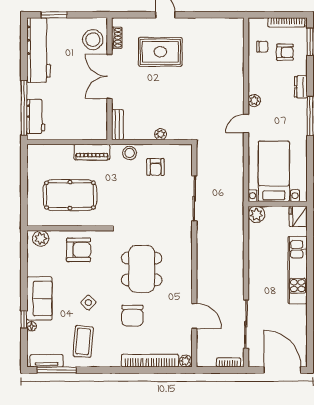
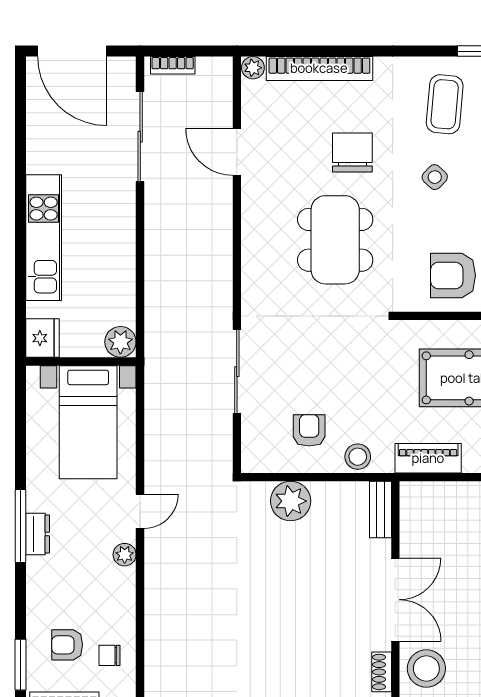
rug: (160, 52) -> (300, 646), removed
dresser: (301, 87) -> (38, 534), moved
plant: (160, 134) -> (291, 501), width x1.88, depth x1.88

